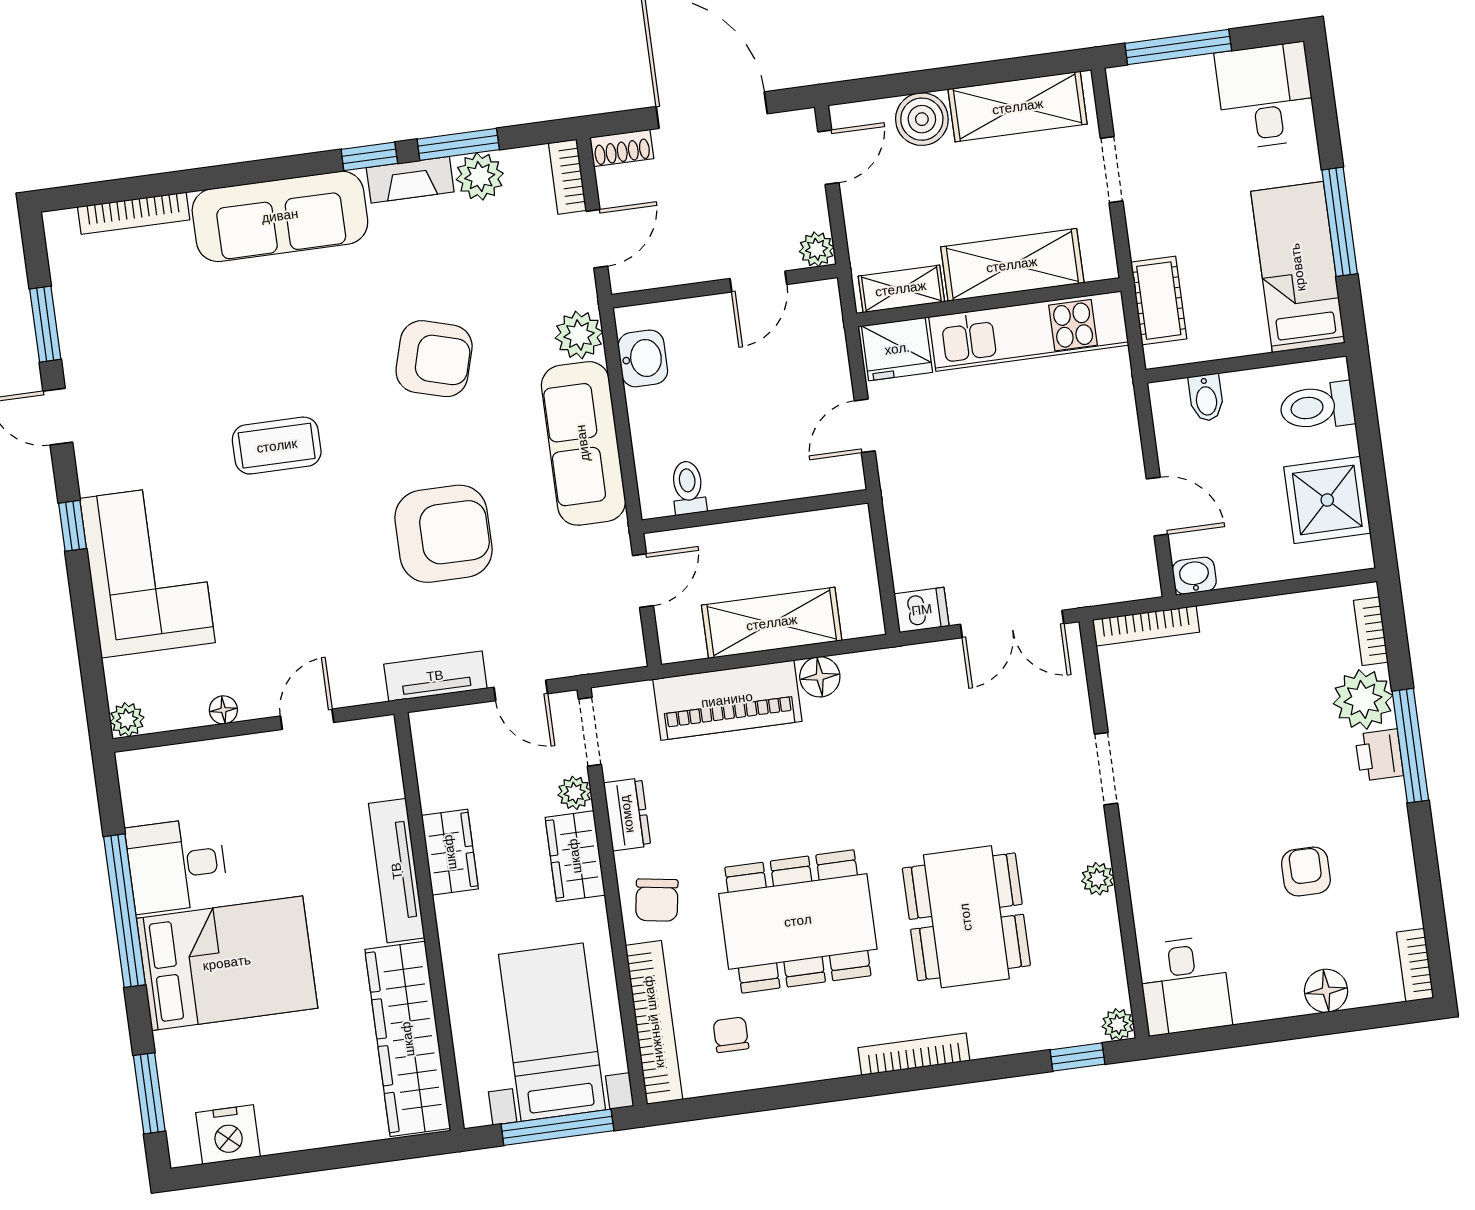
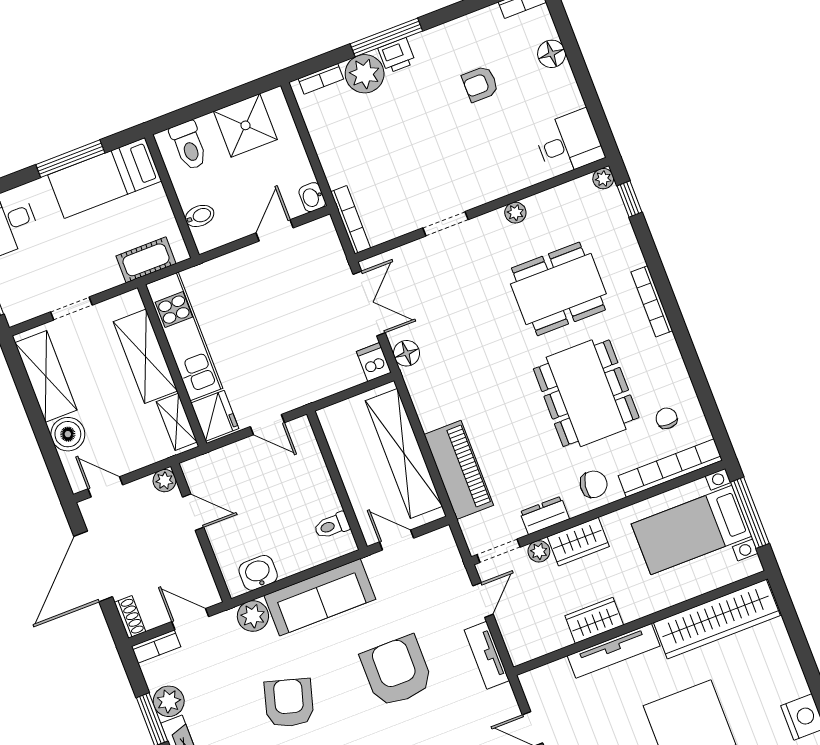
shelving: (772, 623) -> (404, 454), width x1.47
floor lamp: (820, 677) -> (407, 353), moved
chair: (731, 1035) -> (667, 418), turned 90

